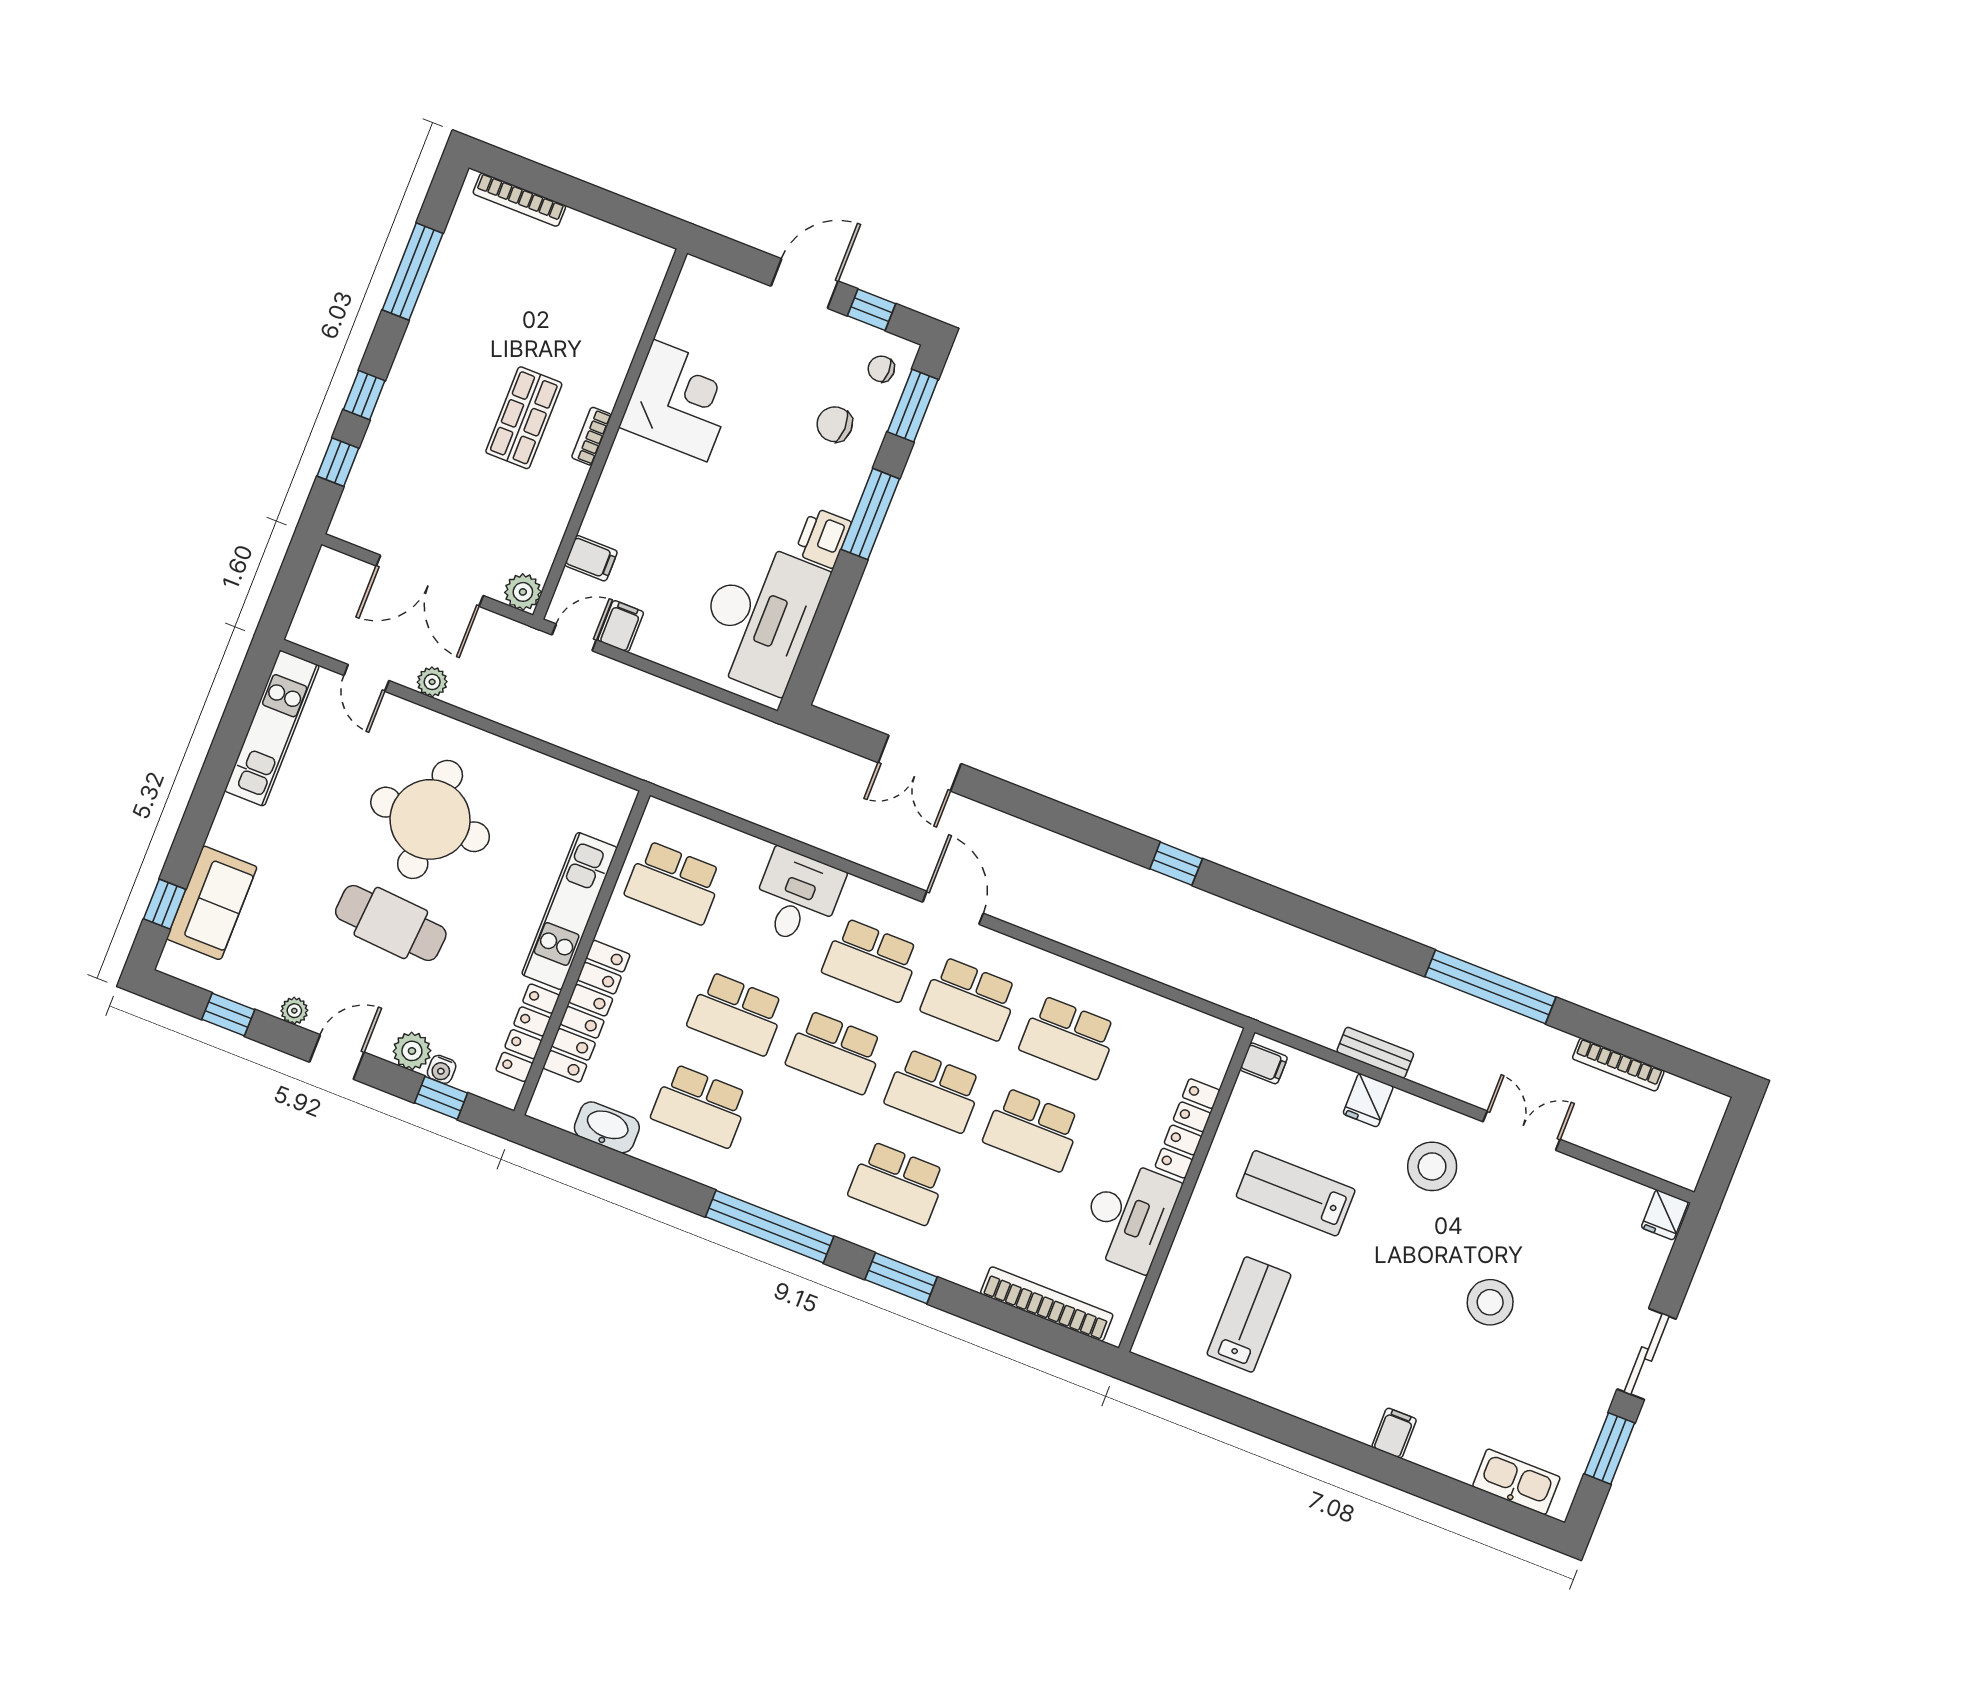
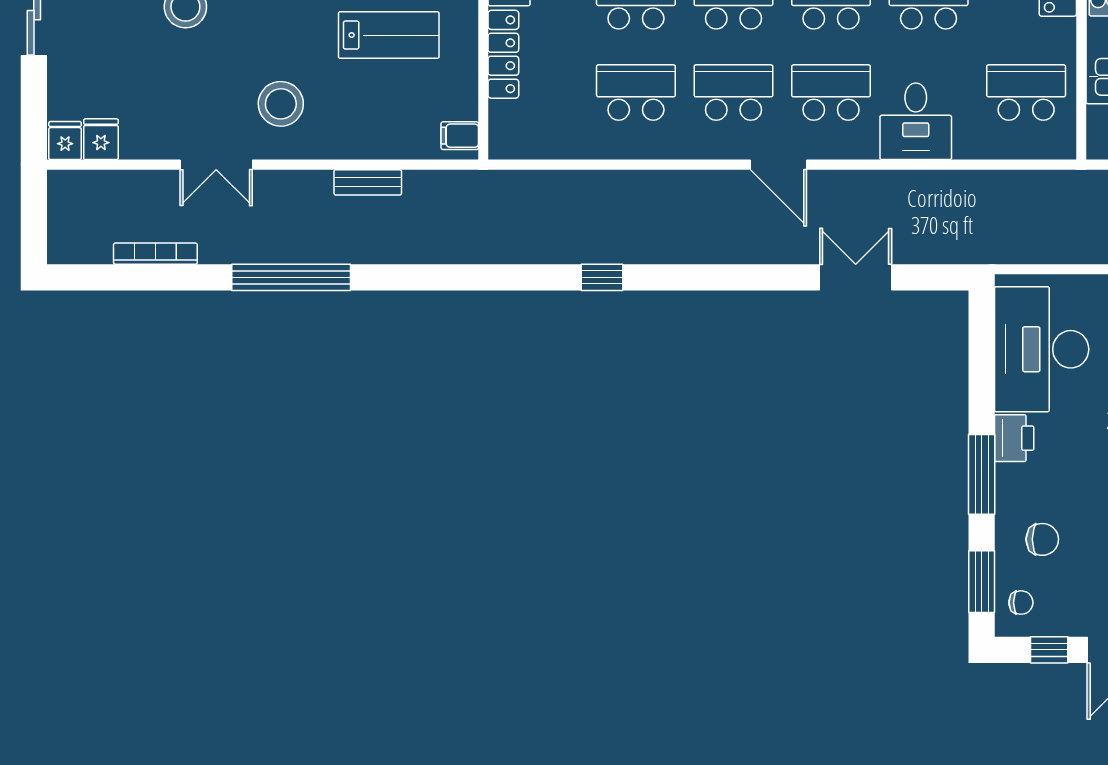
fridge: (1368, 1100) -> (101, 139), moved

